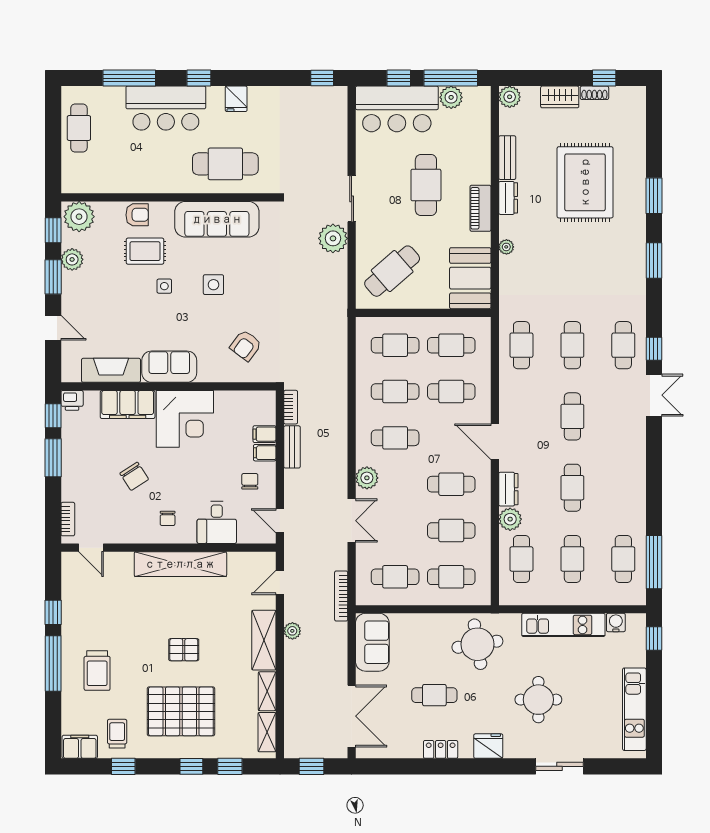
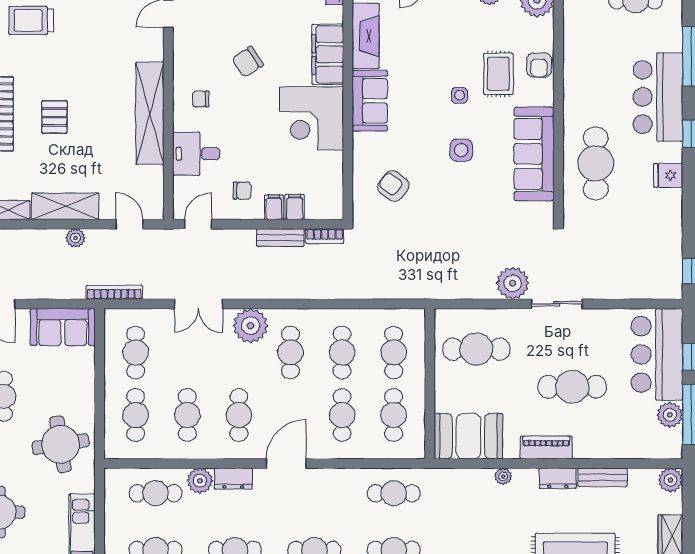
cafe table: (392, 271) -> (476, 349), turned -49
plant: (367, 478) -> (250, 326), width x1.36, depth x1.36

